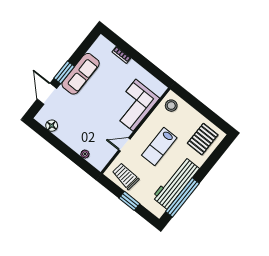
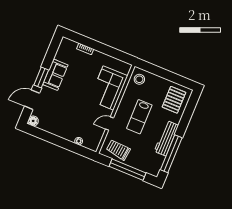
sofa: (81, 74) -> (55, 75), width x0.73
door: (47, 94) -> (32, 100), hinge flipped
floor lamp: (52, 126) -> (33, 121), moved
workbench: (176, 183) -> (166, 138), width x0.73, depth x0.76
window: (129, 201) -> (127, 170), width x2.11

